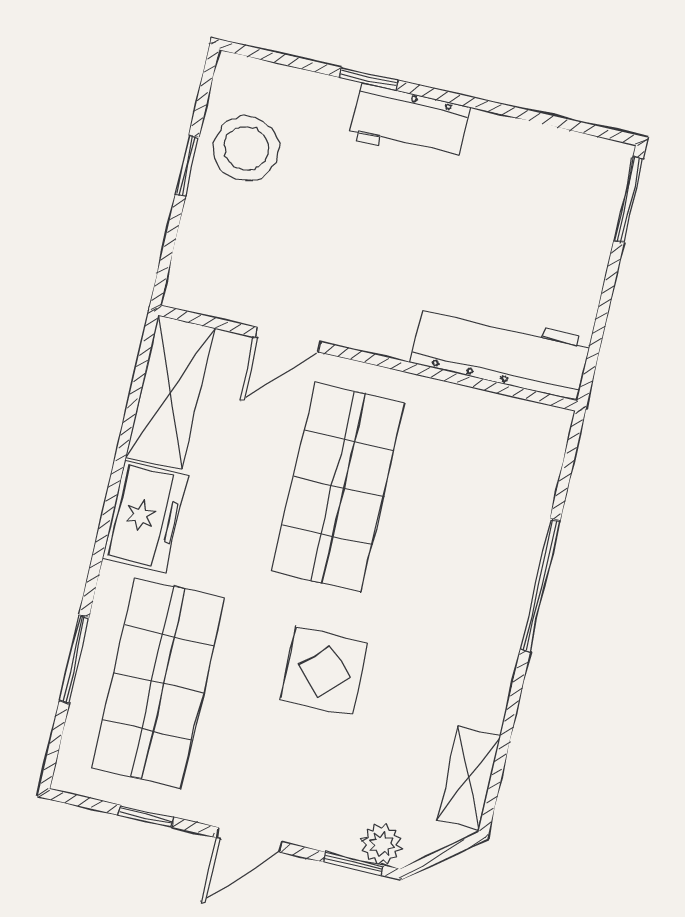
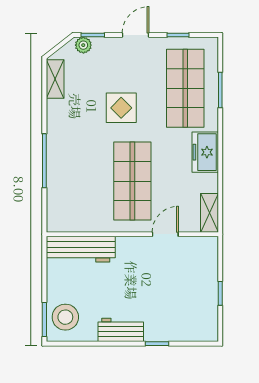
workbench: (409, 123) -> (121, 330), moved
stool: (246, 148) -> (65, 317), moved
shelving: (170, 392) -> (209, 213), width x0.67, depth x0.75

